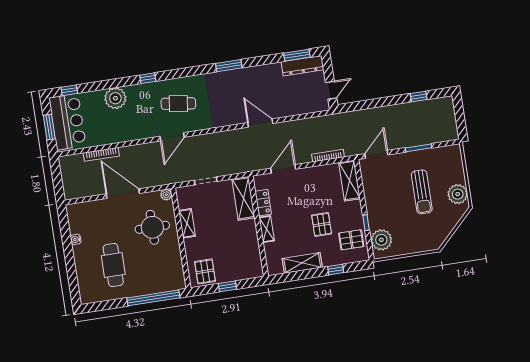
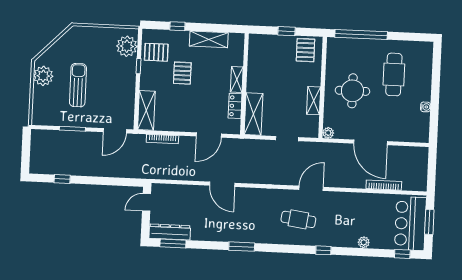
plant: (115, 98) -> (364, 242), width x0.53, depth x0.53
round table: (152, 227) -> (352, 91), moved

